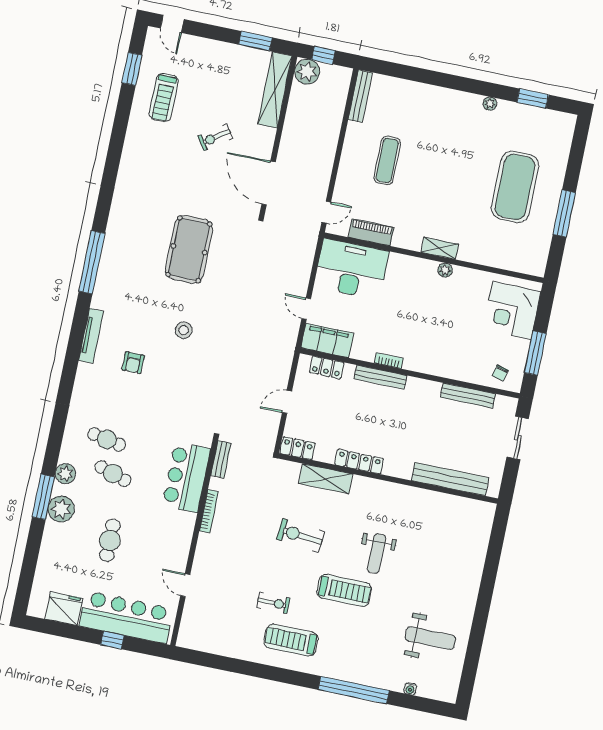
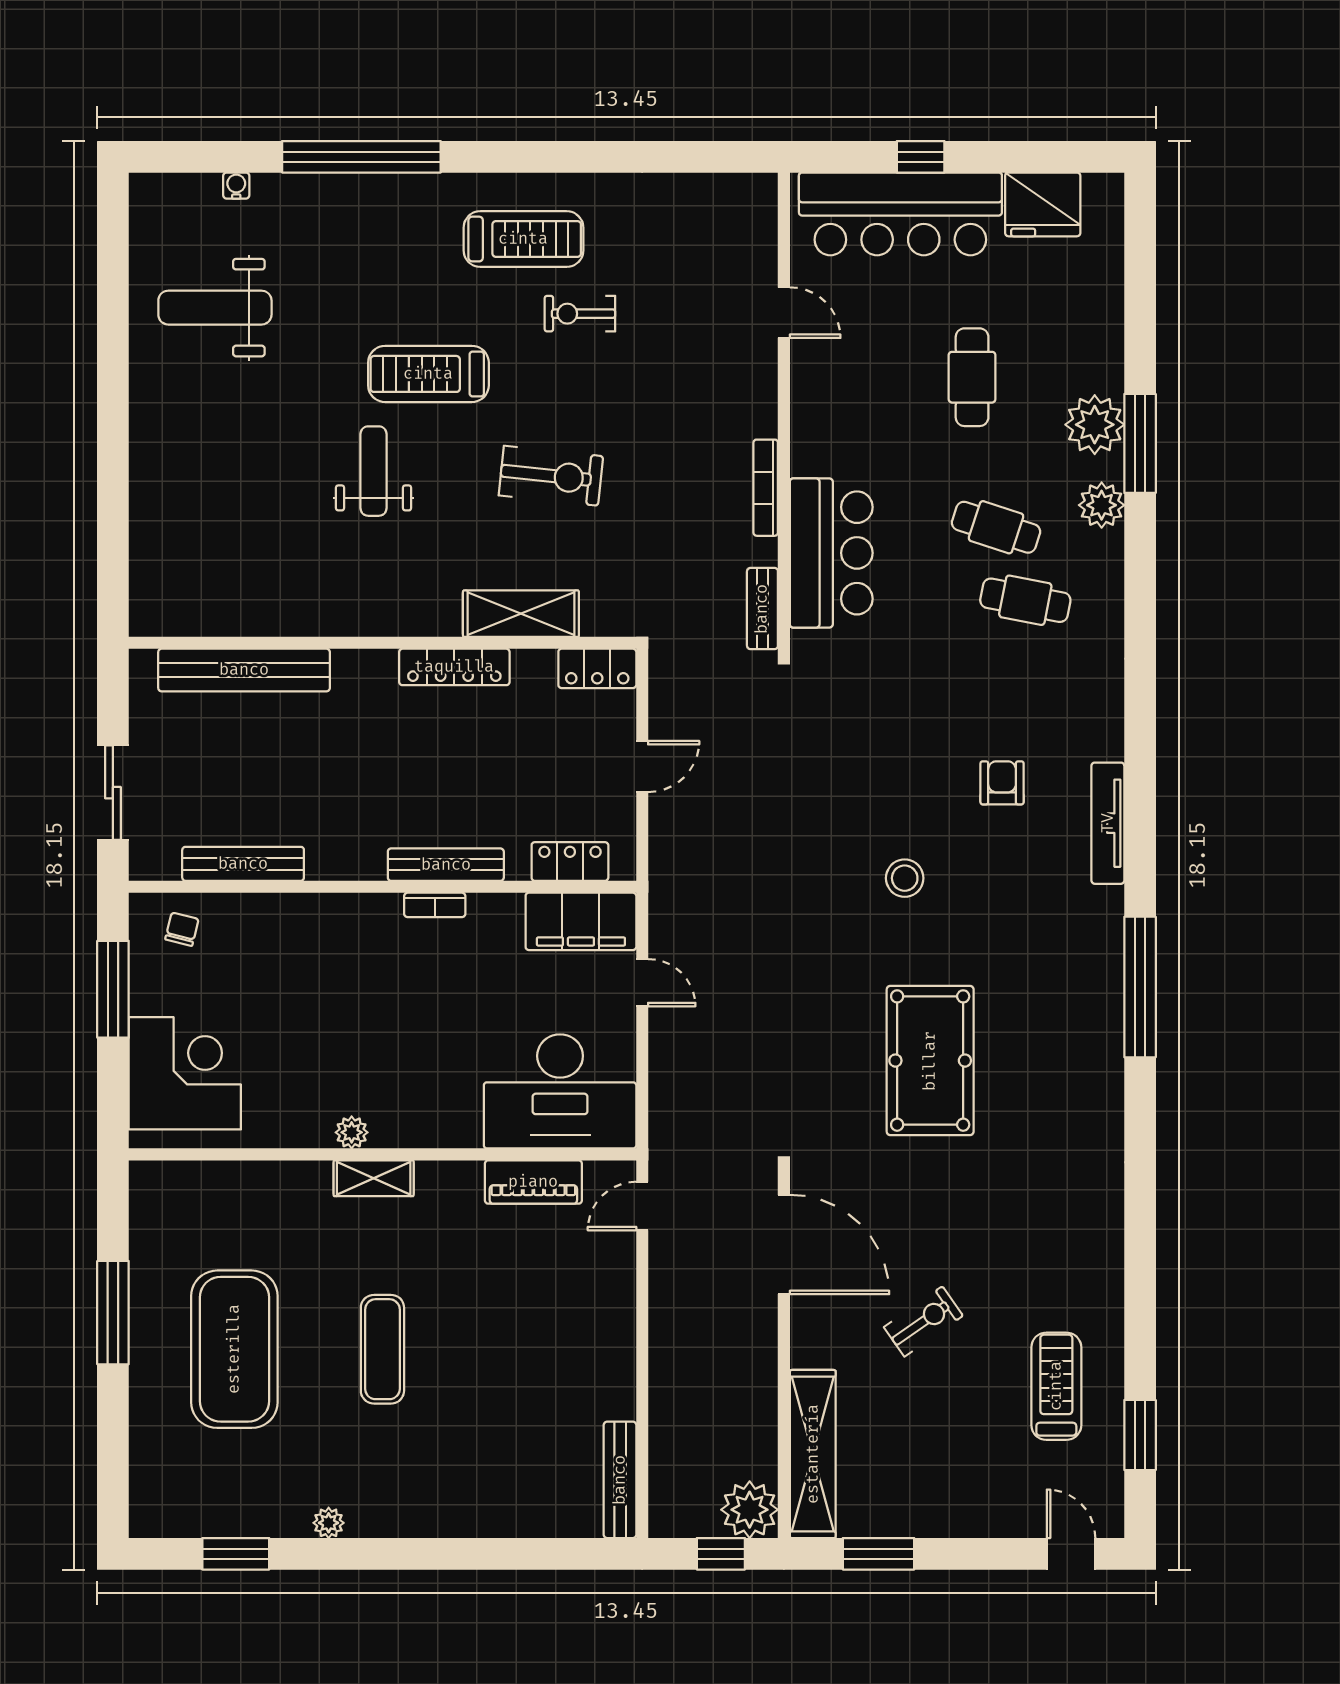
exercise mat: (387, 160) -> (382, 1349), moved

